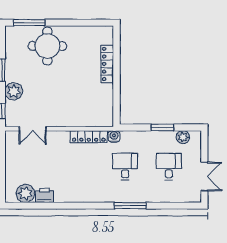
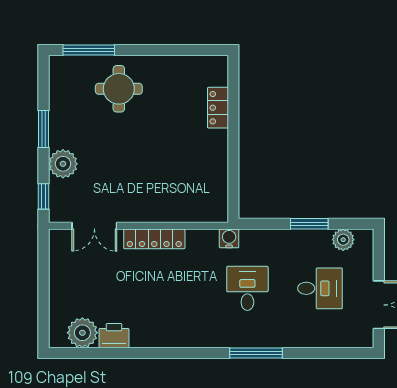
round table: (47, 46) -> (119, 89), width x0.73, depth x0.73
locker: (107, 64) -> (218, 108), width x0.66
locker: (89, 137) -> (154, 239), moved
desk: (169, 167) -> (320, 288), turned 90

